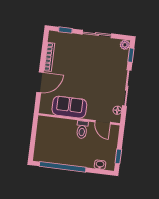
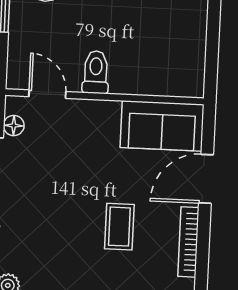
coffee table: (77, 65) -> (119, 227), added
sofa: (69, 107) -> (162, 126), moved

